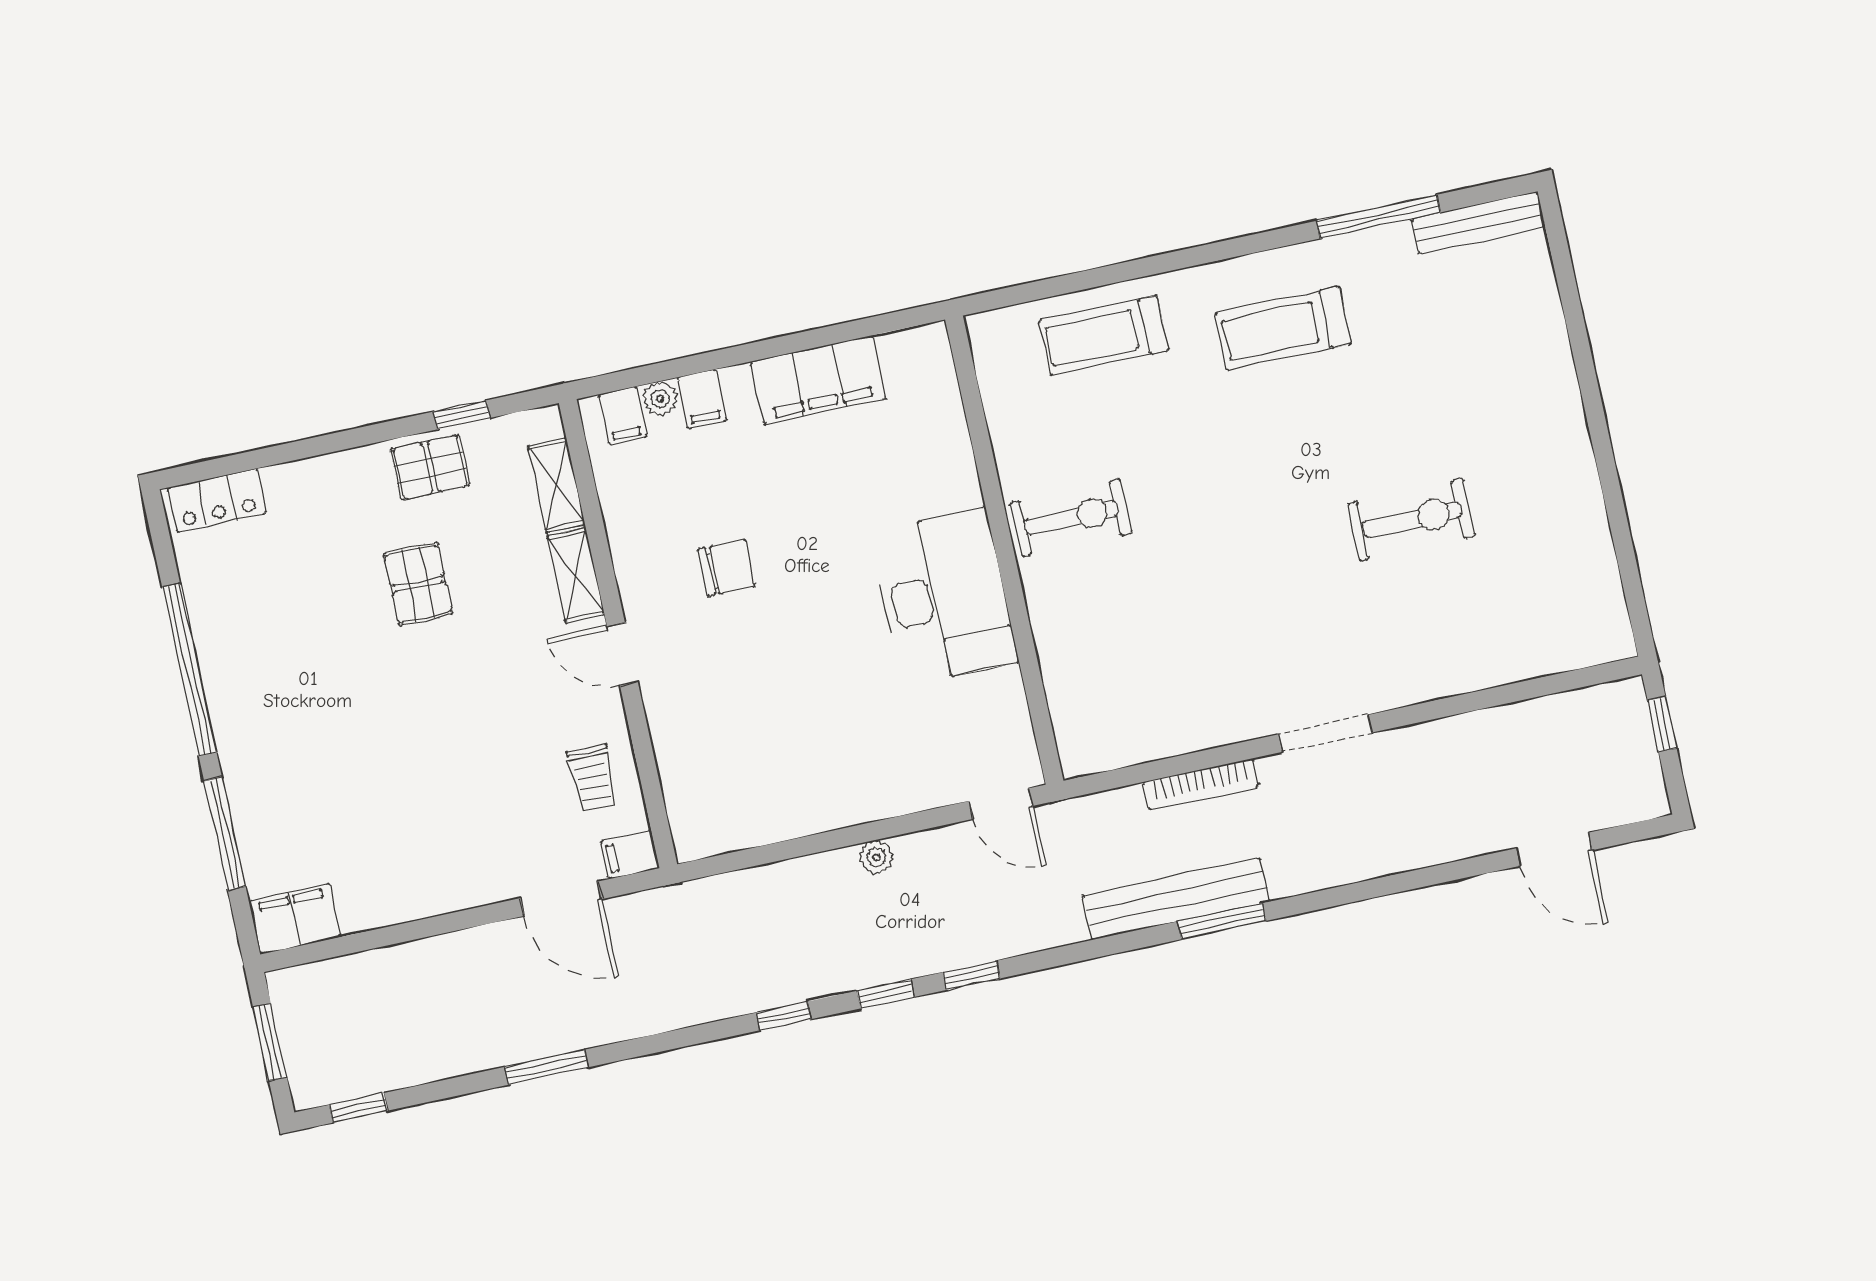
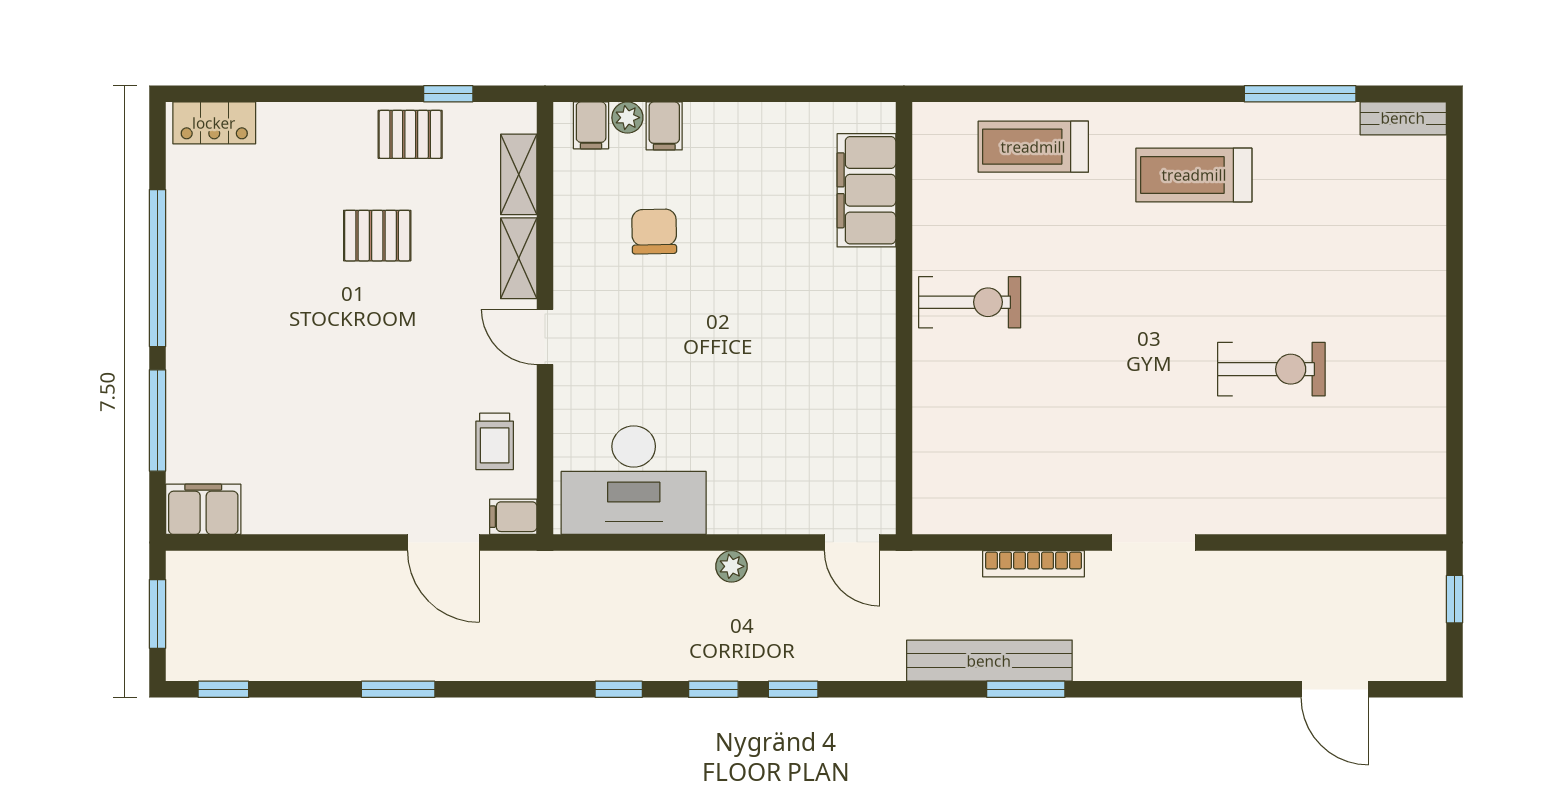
bench: (1478, 223) -> (1403, 118), width x0.73
filing cabinet: (818, 380) -> (866, 190), moved, turned 90
chair: (727, 568) -> (654, 231), moved, turned -91
pallet: (418, 584) -> (377, 236), turned 90
desk: (944, 597) -> (634, 480), moved, turned 90

